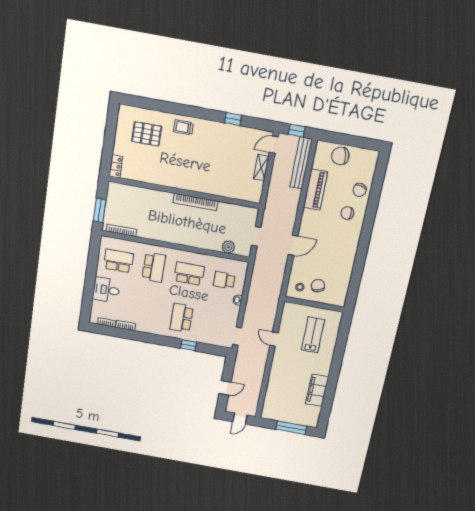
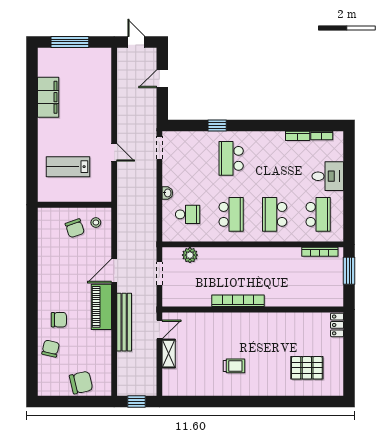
window: (233, 119) -> (211, 402), removed
trolley: (183, 127) -> (234, 366), moved
door: (274, 145) -> (159, 330), moved
bench: (301, 163) -> (124, 322), moved
piano: (315, 189) -> (101, 307), moved
school desk: (118, 261) -> (318, 214), turned -90
school desk: (189, 274) -> (231, 214), turned -90
school desk: (182, 318) -> (231, 158), turned 180
lab bench: (313, 335) -> (68, 167), turned 90
door: (240, 418) -> (136, 42), hinge flipped

